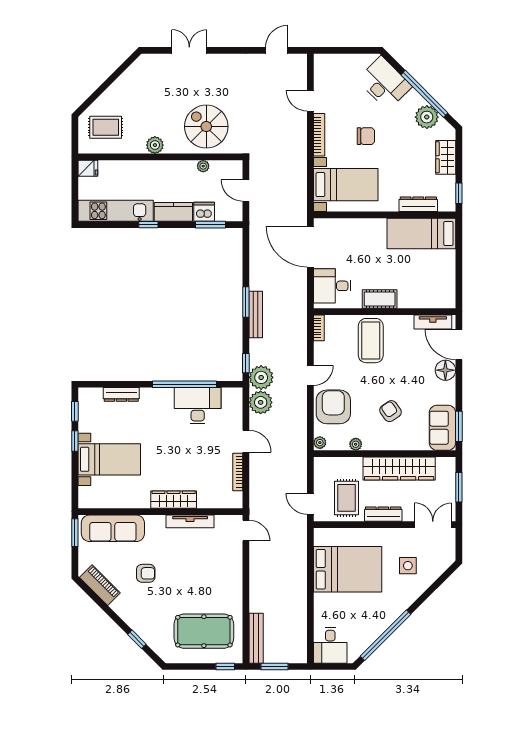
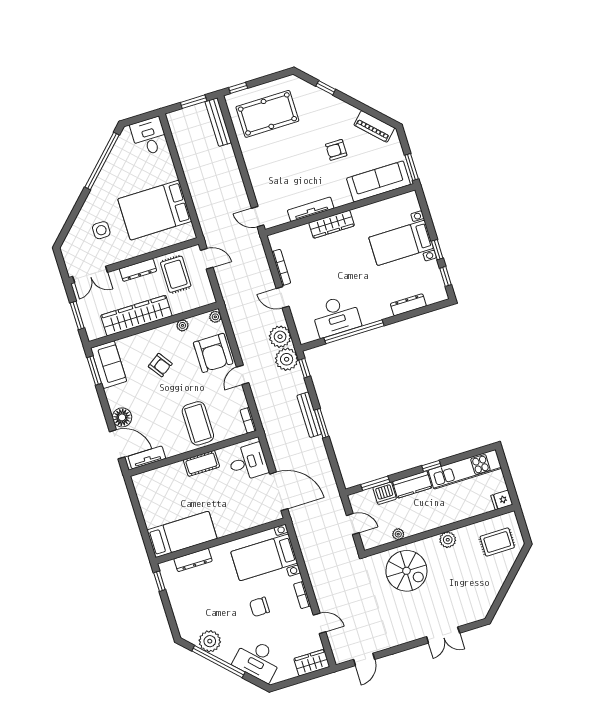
bookcase: (319, 135) -> (302, 595), width x0.64
wardrobe: (446, 157) -> (312, 663), moved, turned -90

